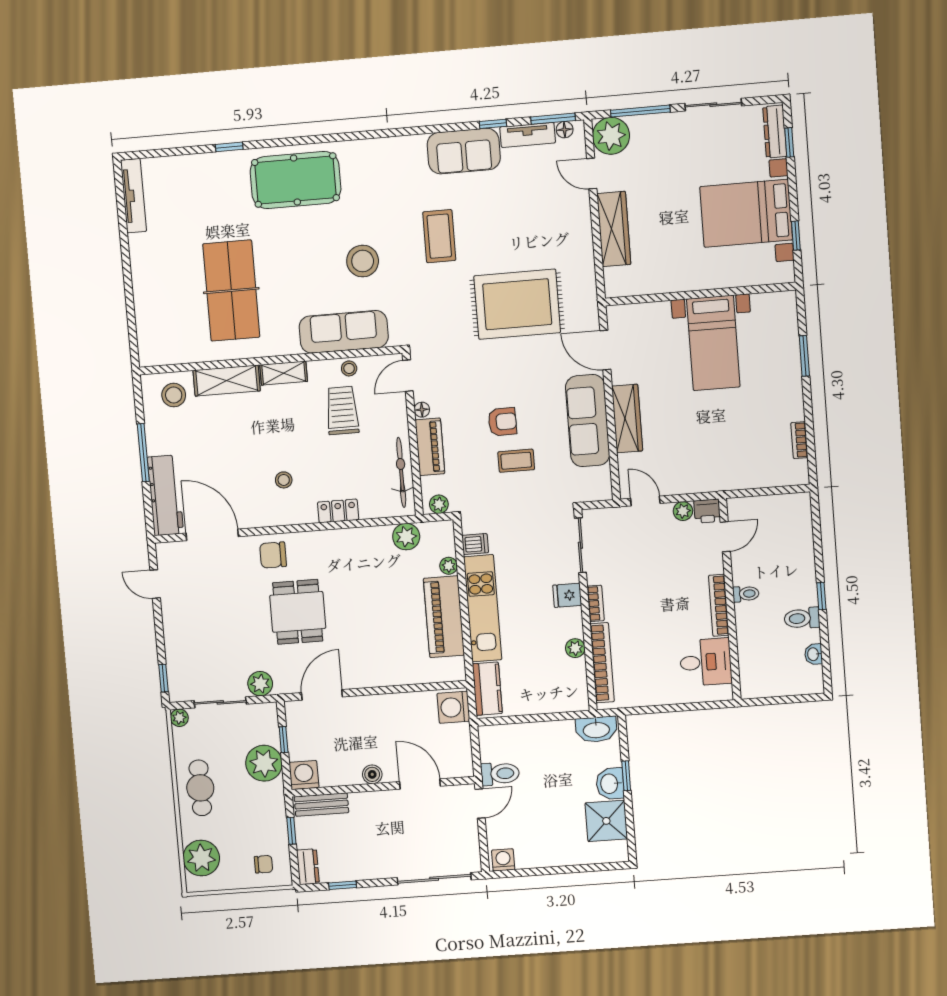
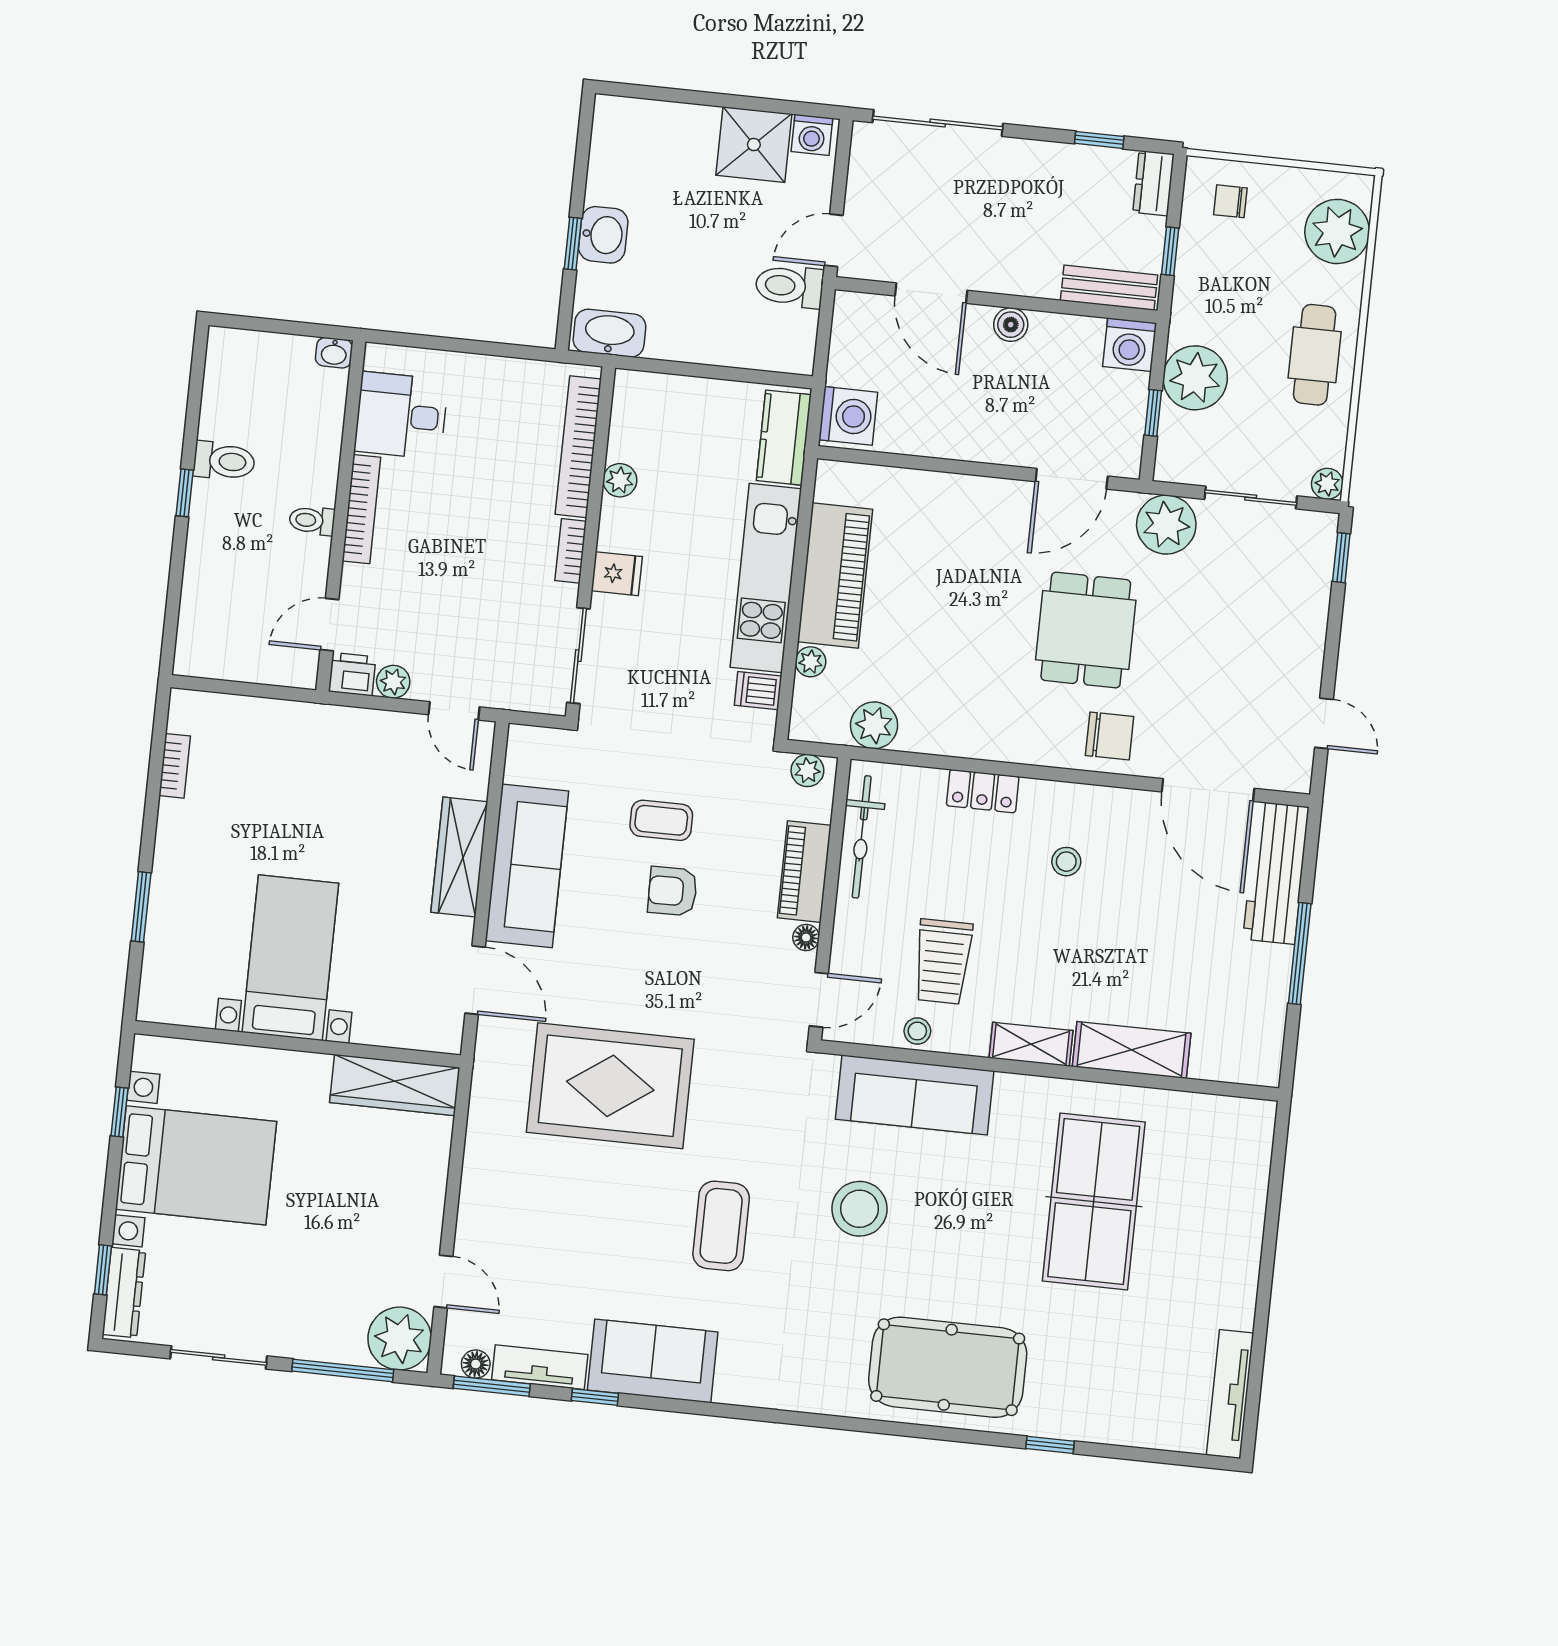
wardrobe: (614, 229) -> (395, 1085), moved, turned -90
stool: (174, 395) -> (1228, 1042), removed
washbasin: (814, 654) -> (334, 353), moved, turned 90
plant: (260, 684) -> (1166, 525), width x1.36, depth x1.36
shower: (606, 821) -> (754, 145), moved

